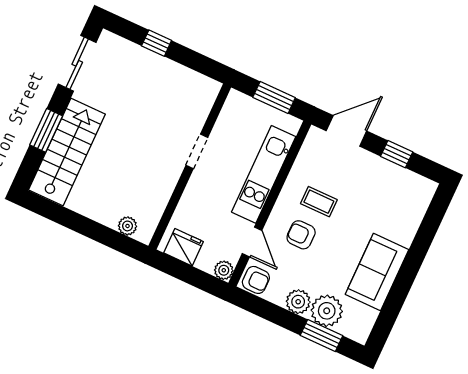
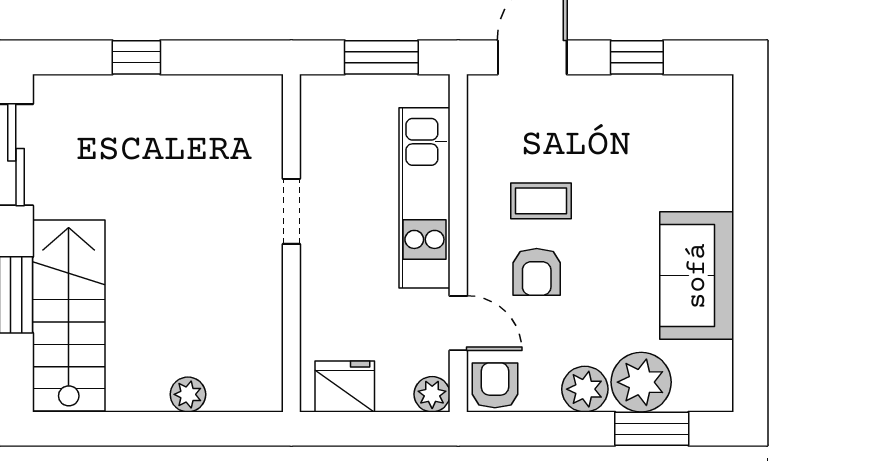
plant: (128, 226) -> (188, 394), moved
armchair: (301, 235) -> (537, 272), turned -90
armchair: (256, 280) -> (495, 385), turned -90

